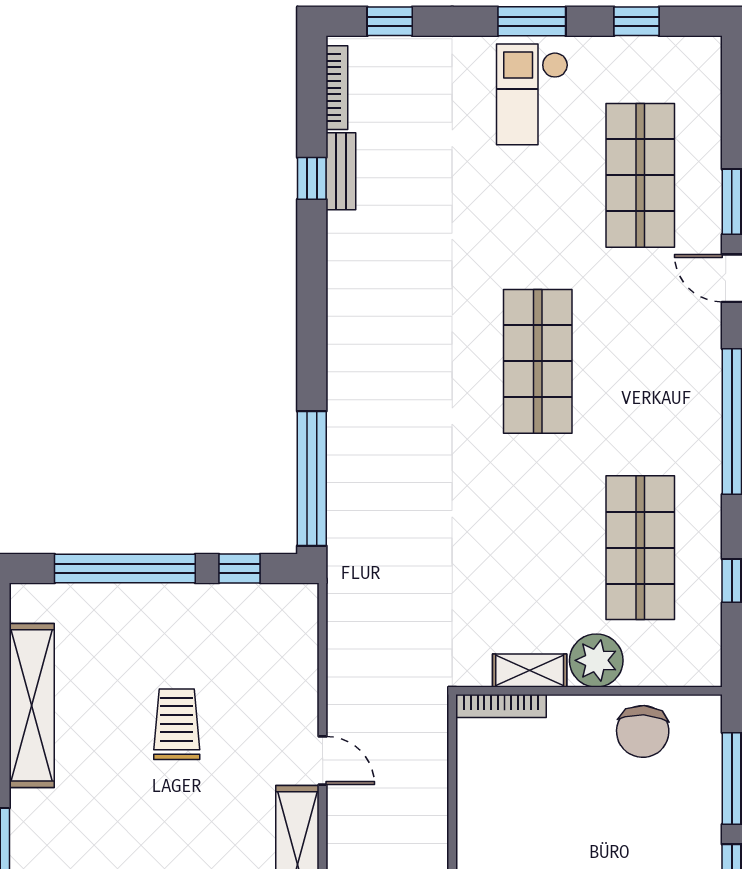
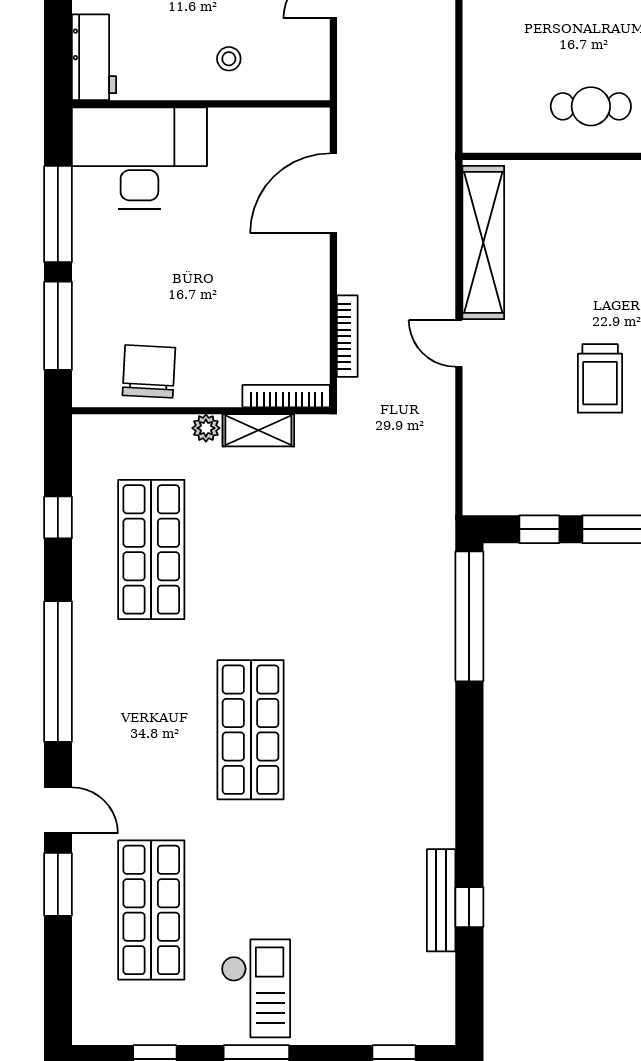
bookcase: (337, 88) -> (347, 336), moved, turned 180
bench: (341, 171) -> (441, 900), width x1.36
plant: (596, 660) -> (206, 428), width x0.53, depth x0.53

